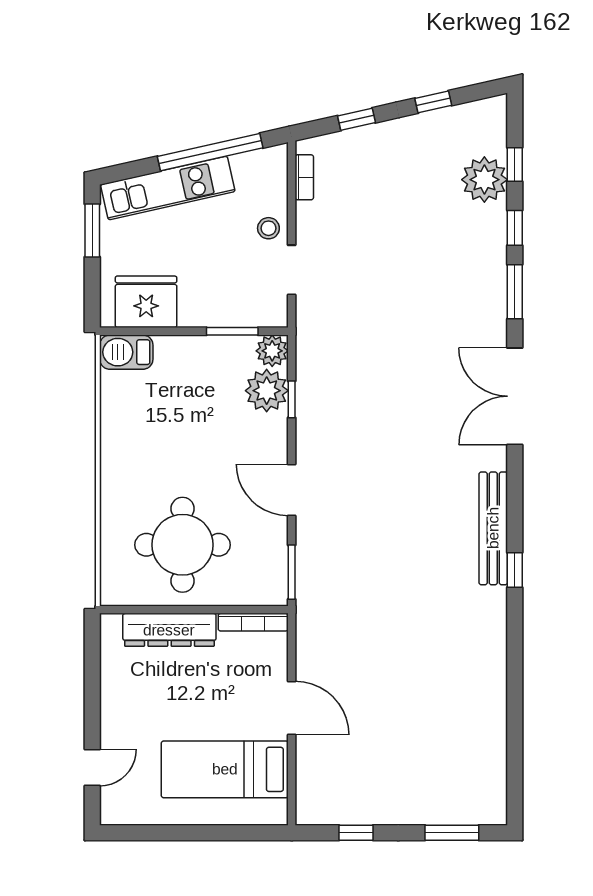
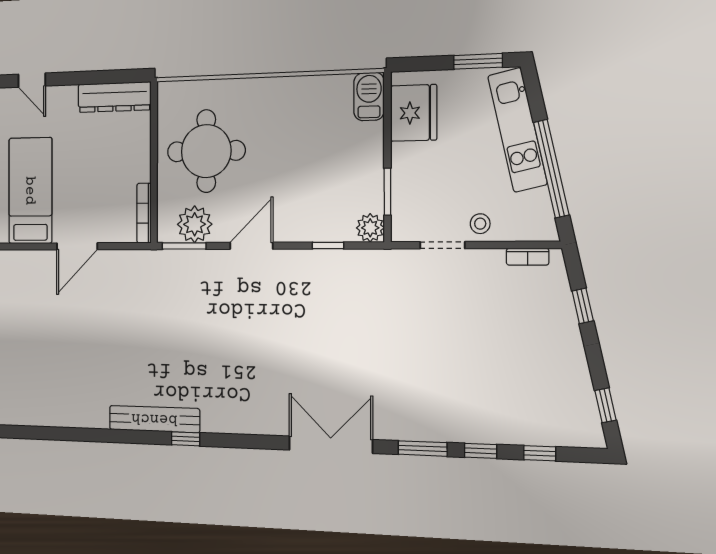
window: (433, 102) -> (605, 405), moved
plant: (484, 180) -> (525, 424), removed
plant: (267, 391) -> (195, 224), moved
bench: (493, 528) -> (154, 419), moved
dresser: (169, 630) -> (114, 97), moved, turned -90

